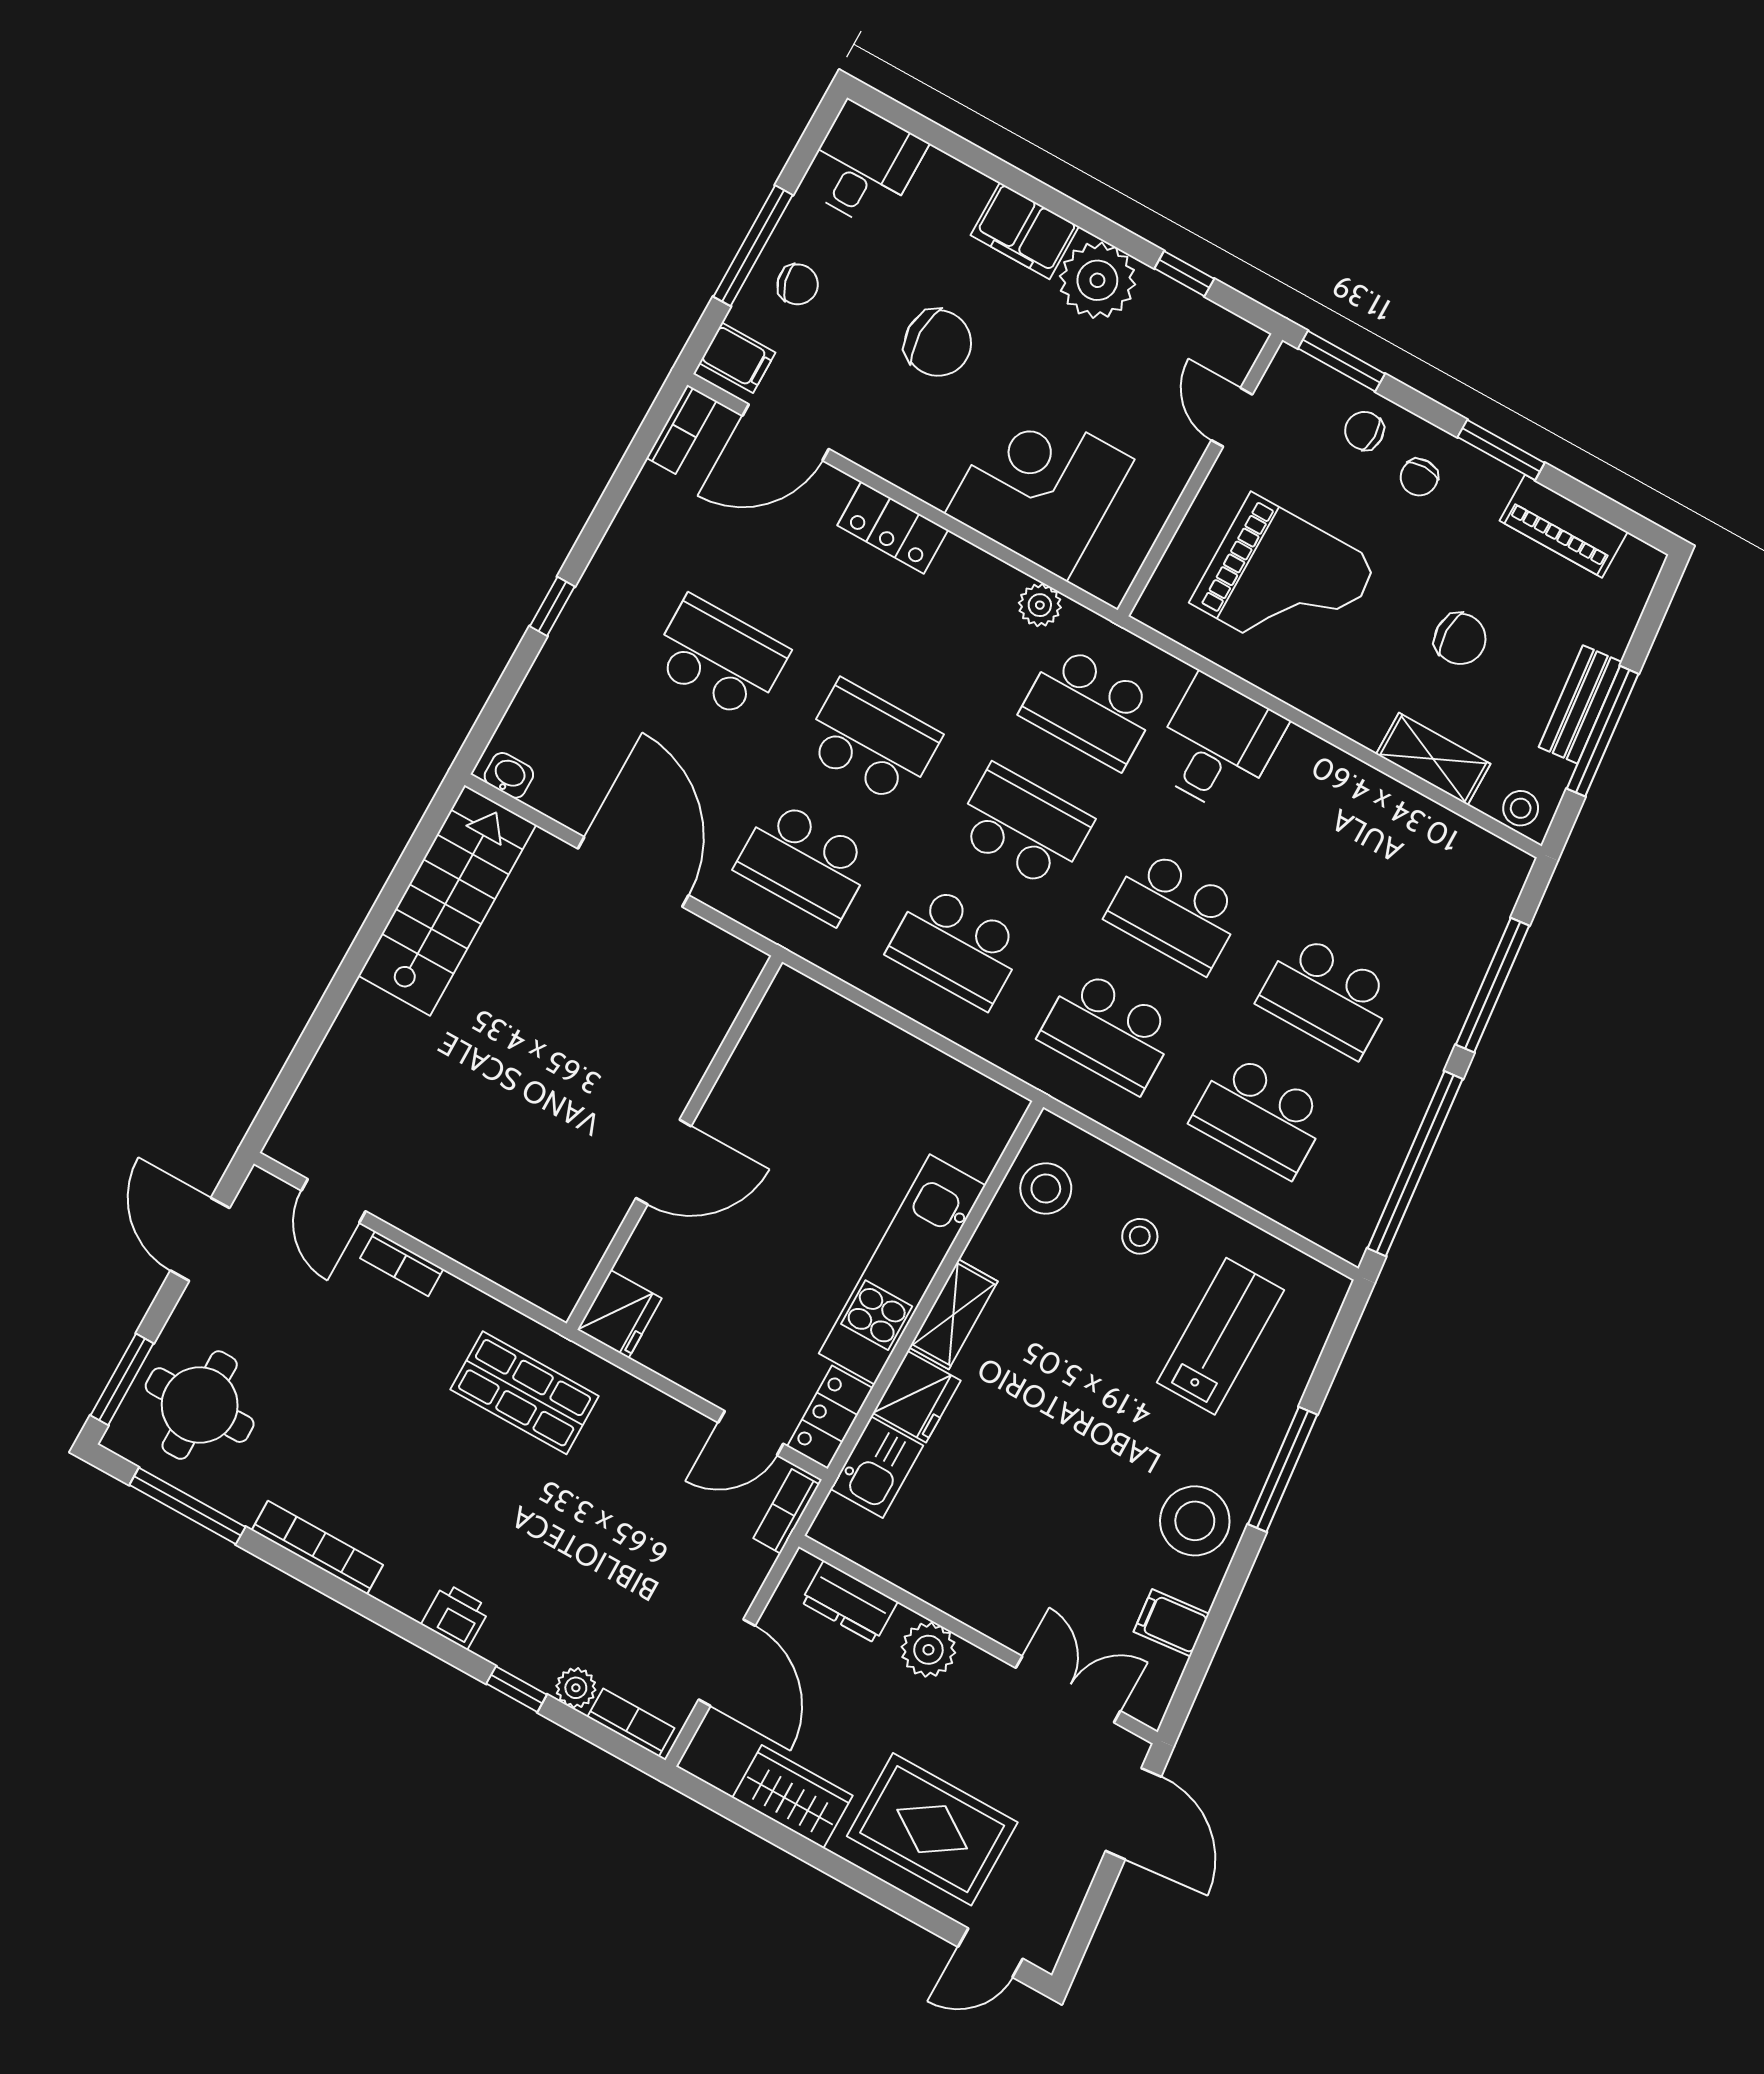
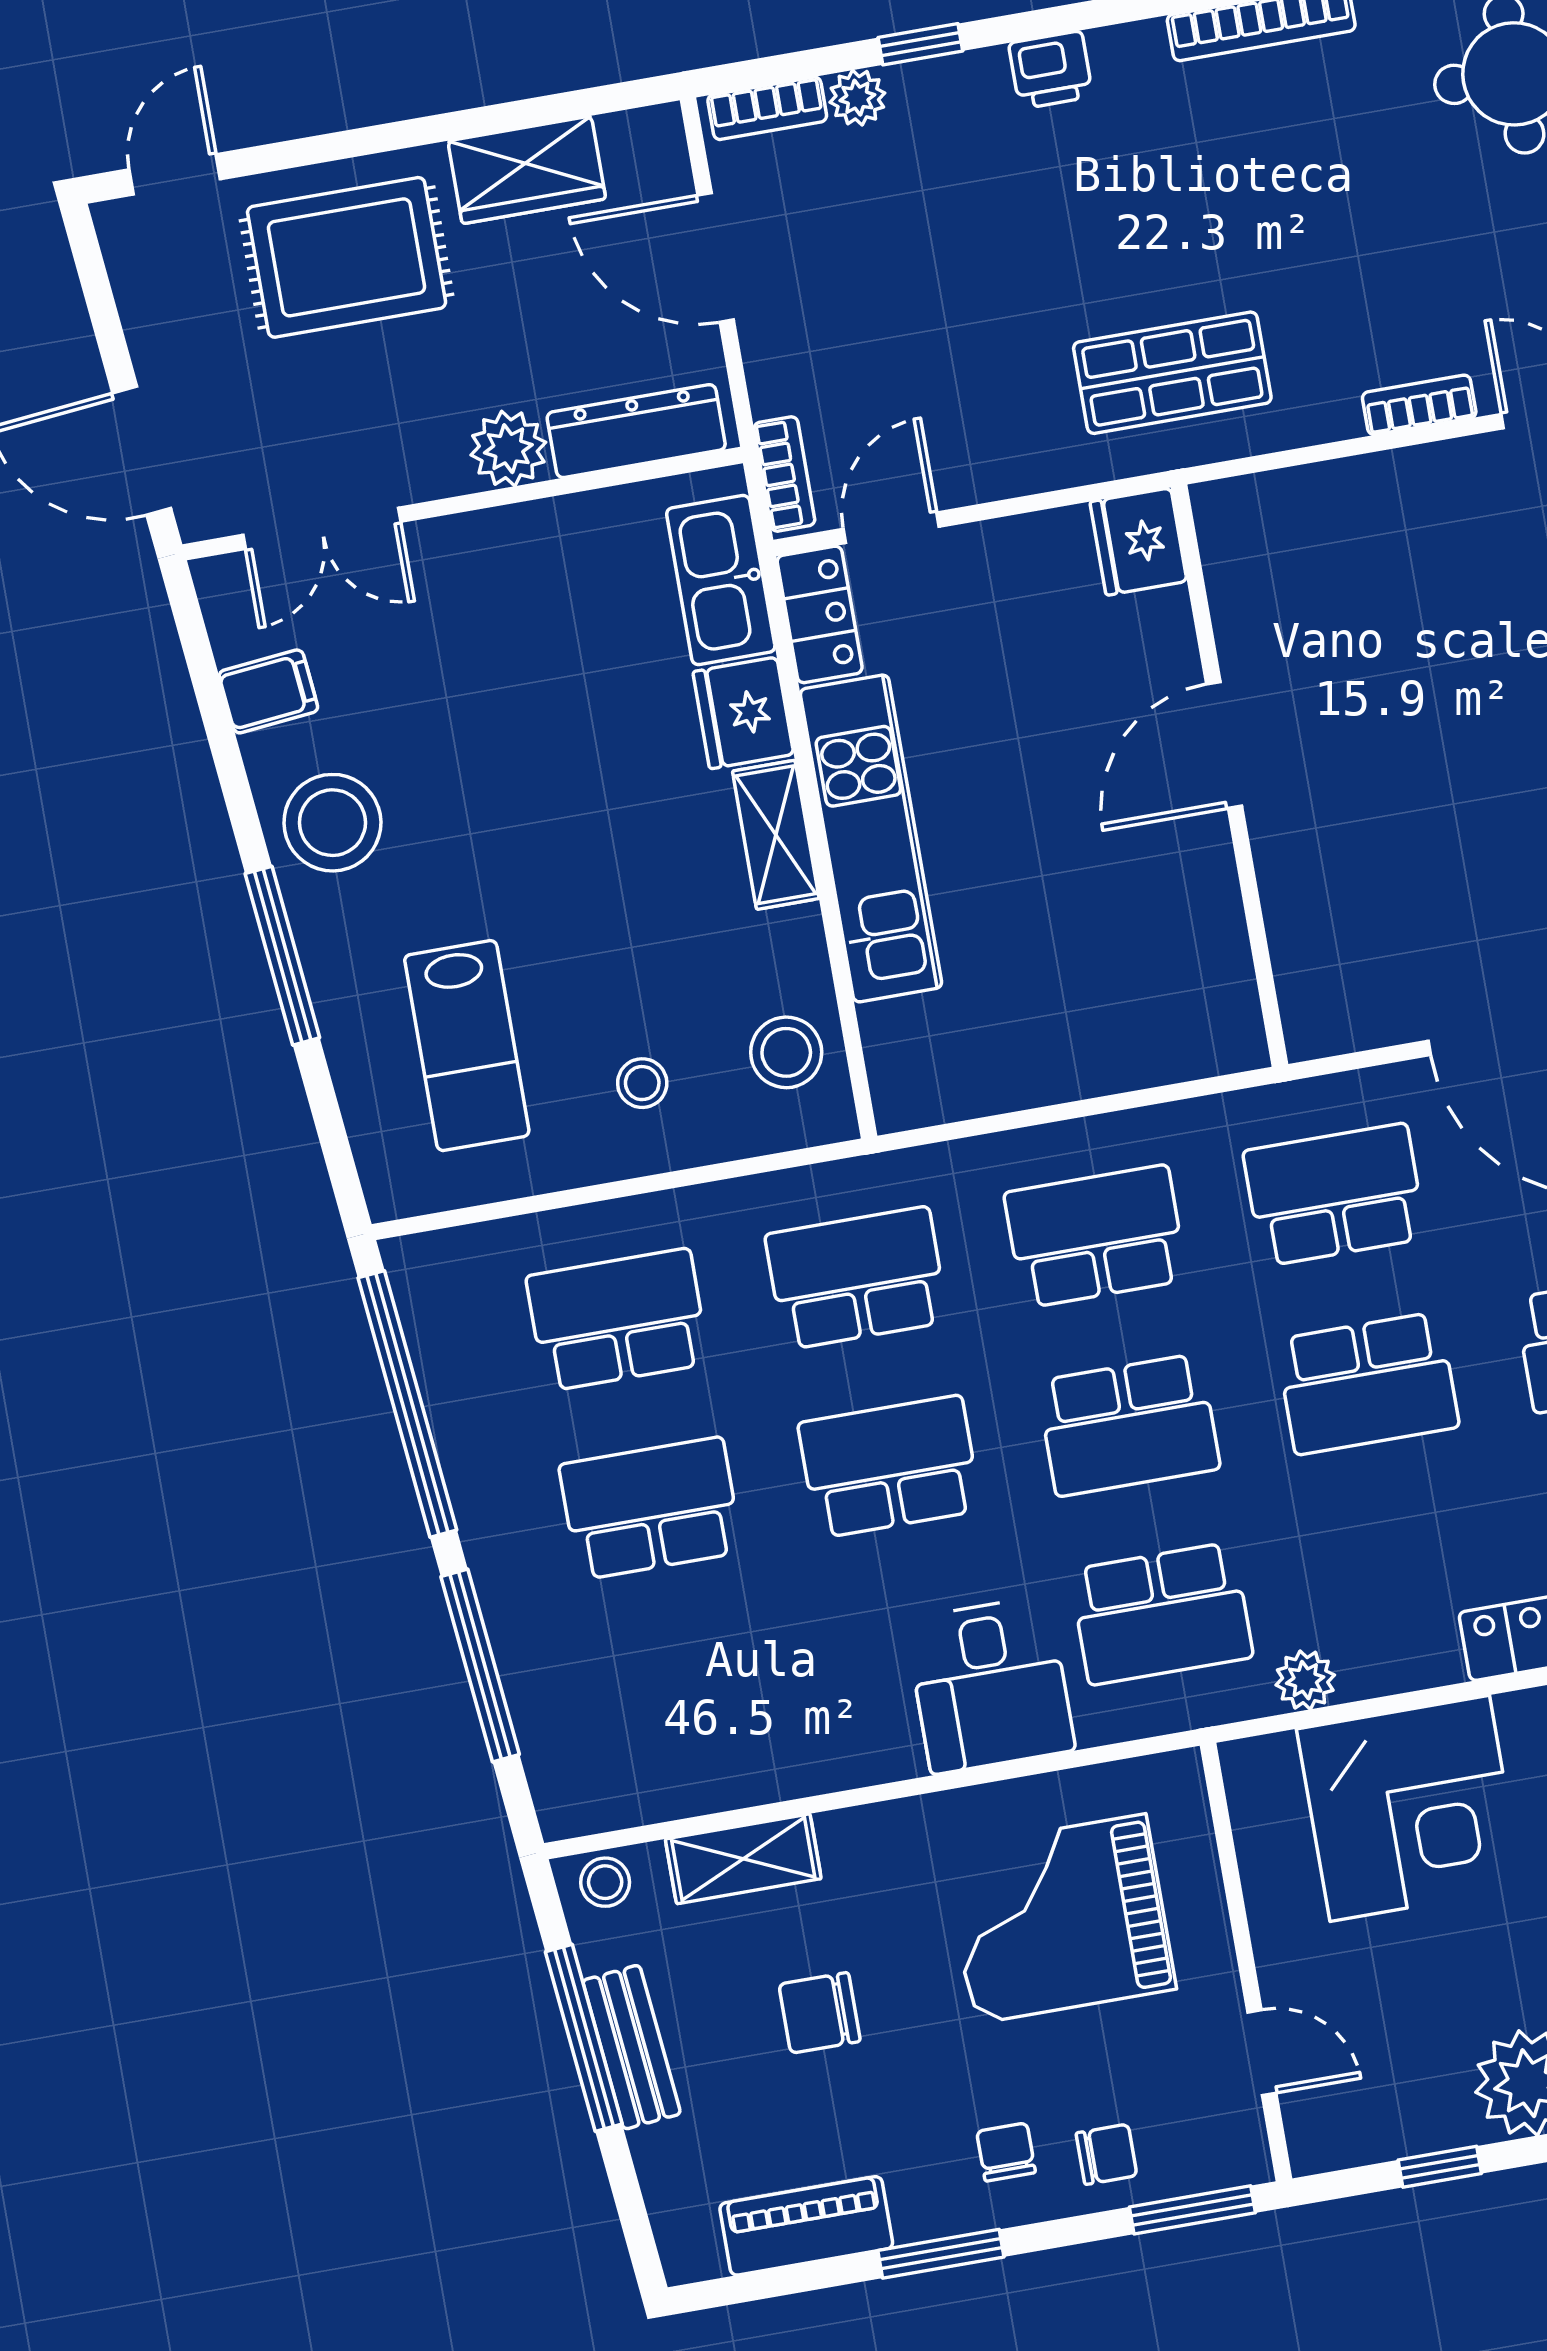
school desk: (1090, 707) -> (1161, 1614), turned 180
kitchen sink: (877, 1467) -> (721, 580), width x1.38
dresser: (849, 1602) -> (636, 431), width x1.44

